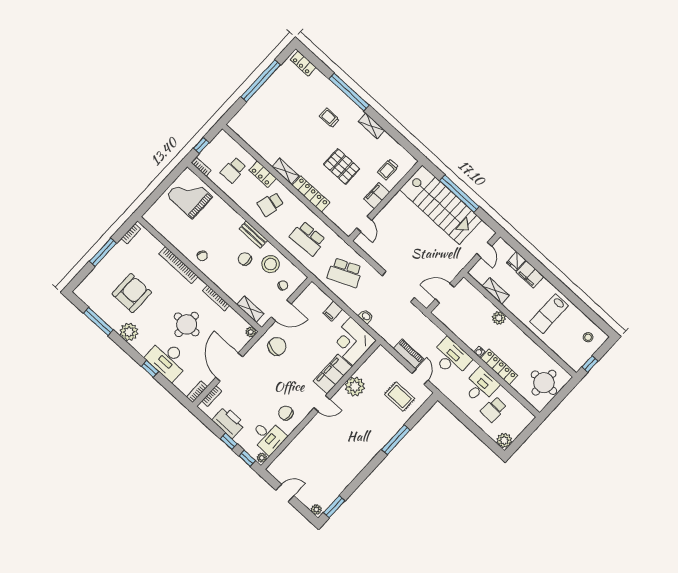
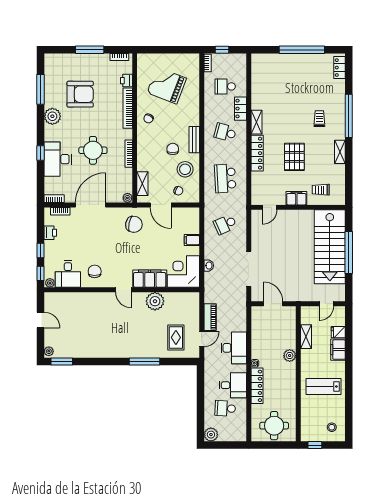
grand piano: (190, 196) -> (167, 85), moved, turned -69
printer: (155, 246) -> (126, 81), added
school desk: (345, 273) -> (225, 224), width x0.54
printer: (229, 422) -> (50, 233), width x0.53, depth x0.68

